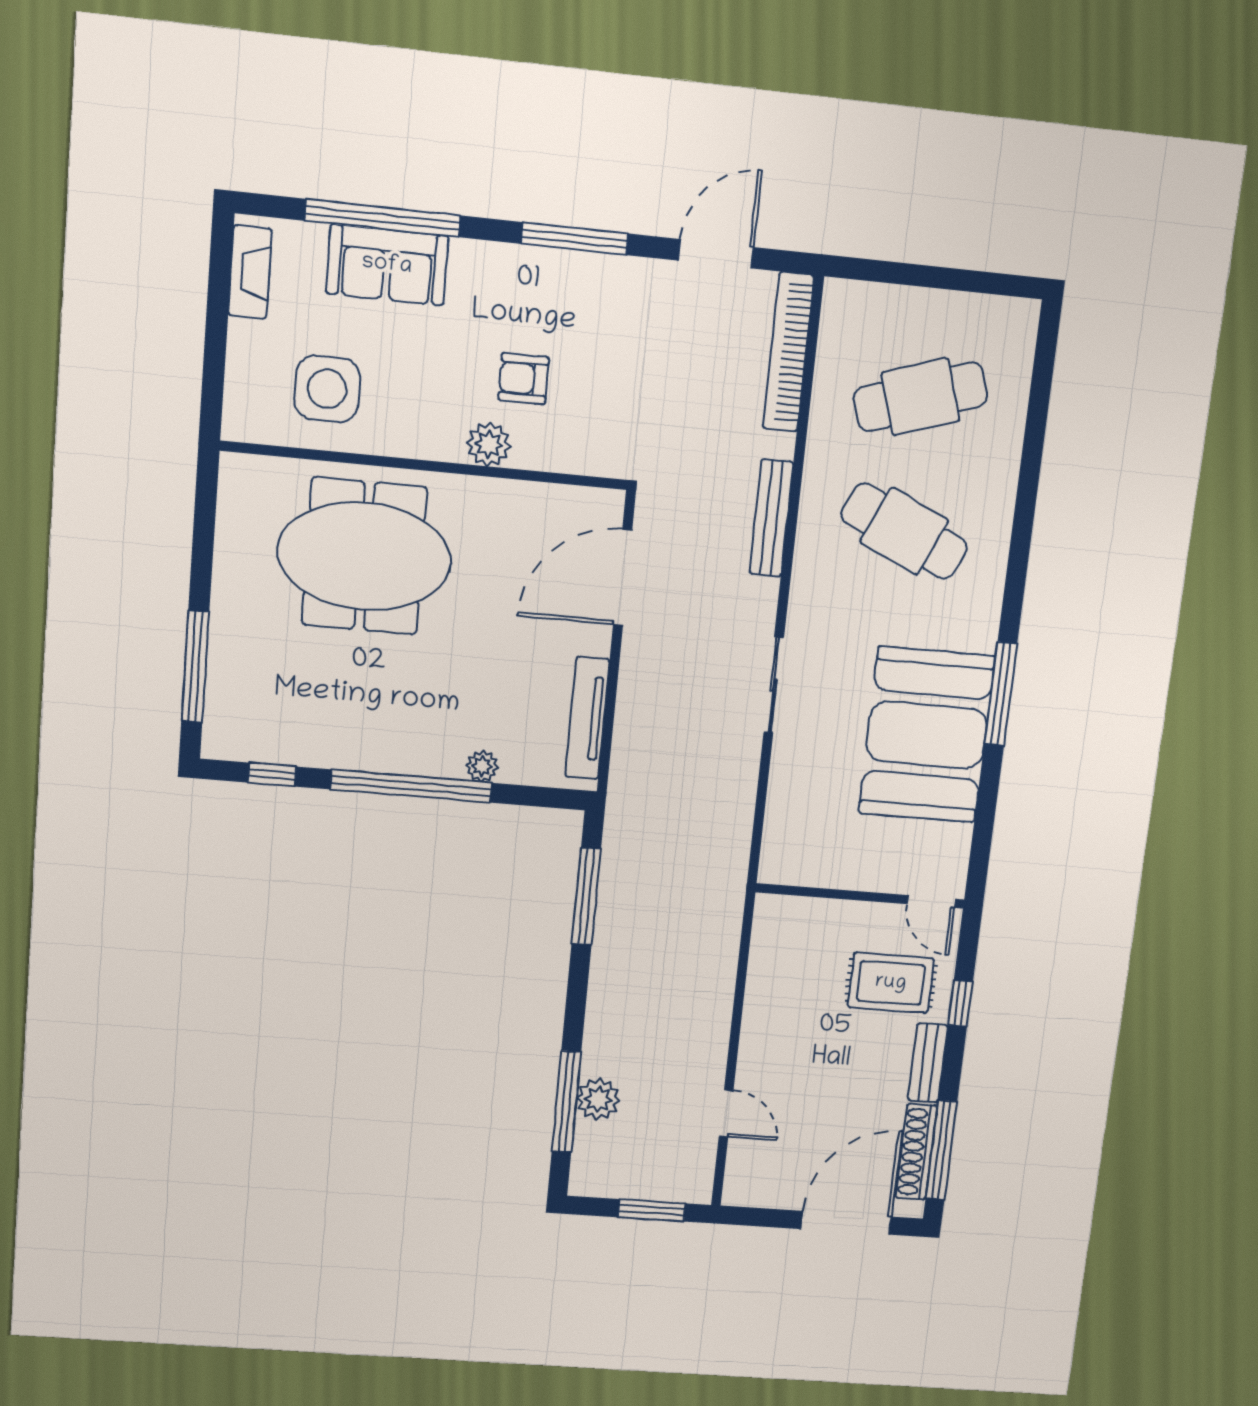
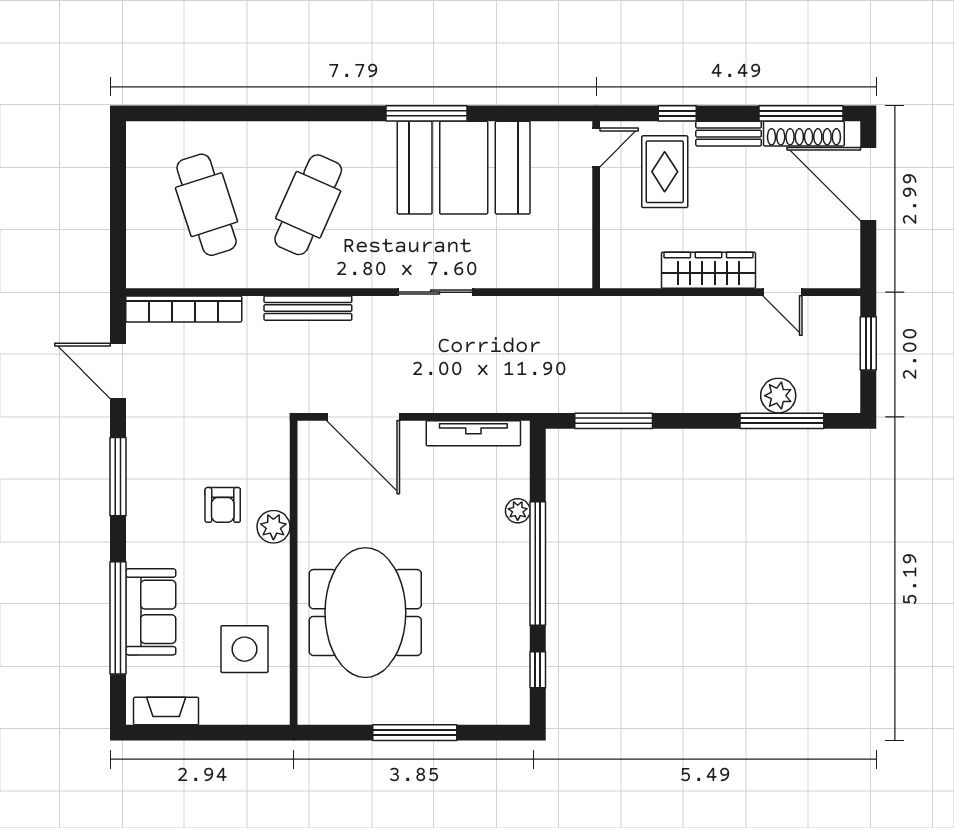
window: (195, 667) -> (415, 733), moved
wardrobe: (763, 1027) -> (708, 270), added
door: (726, 1113) -> (783, 292), swing flipped

